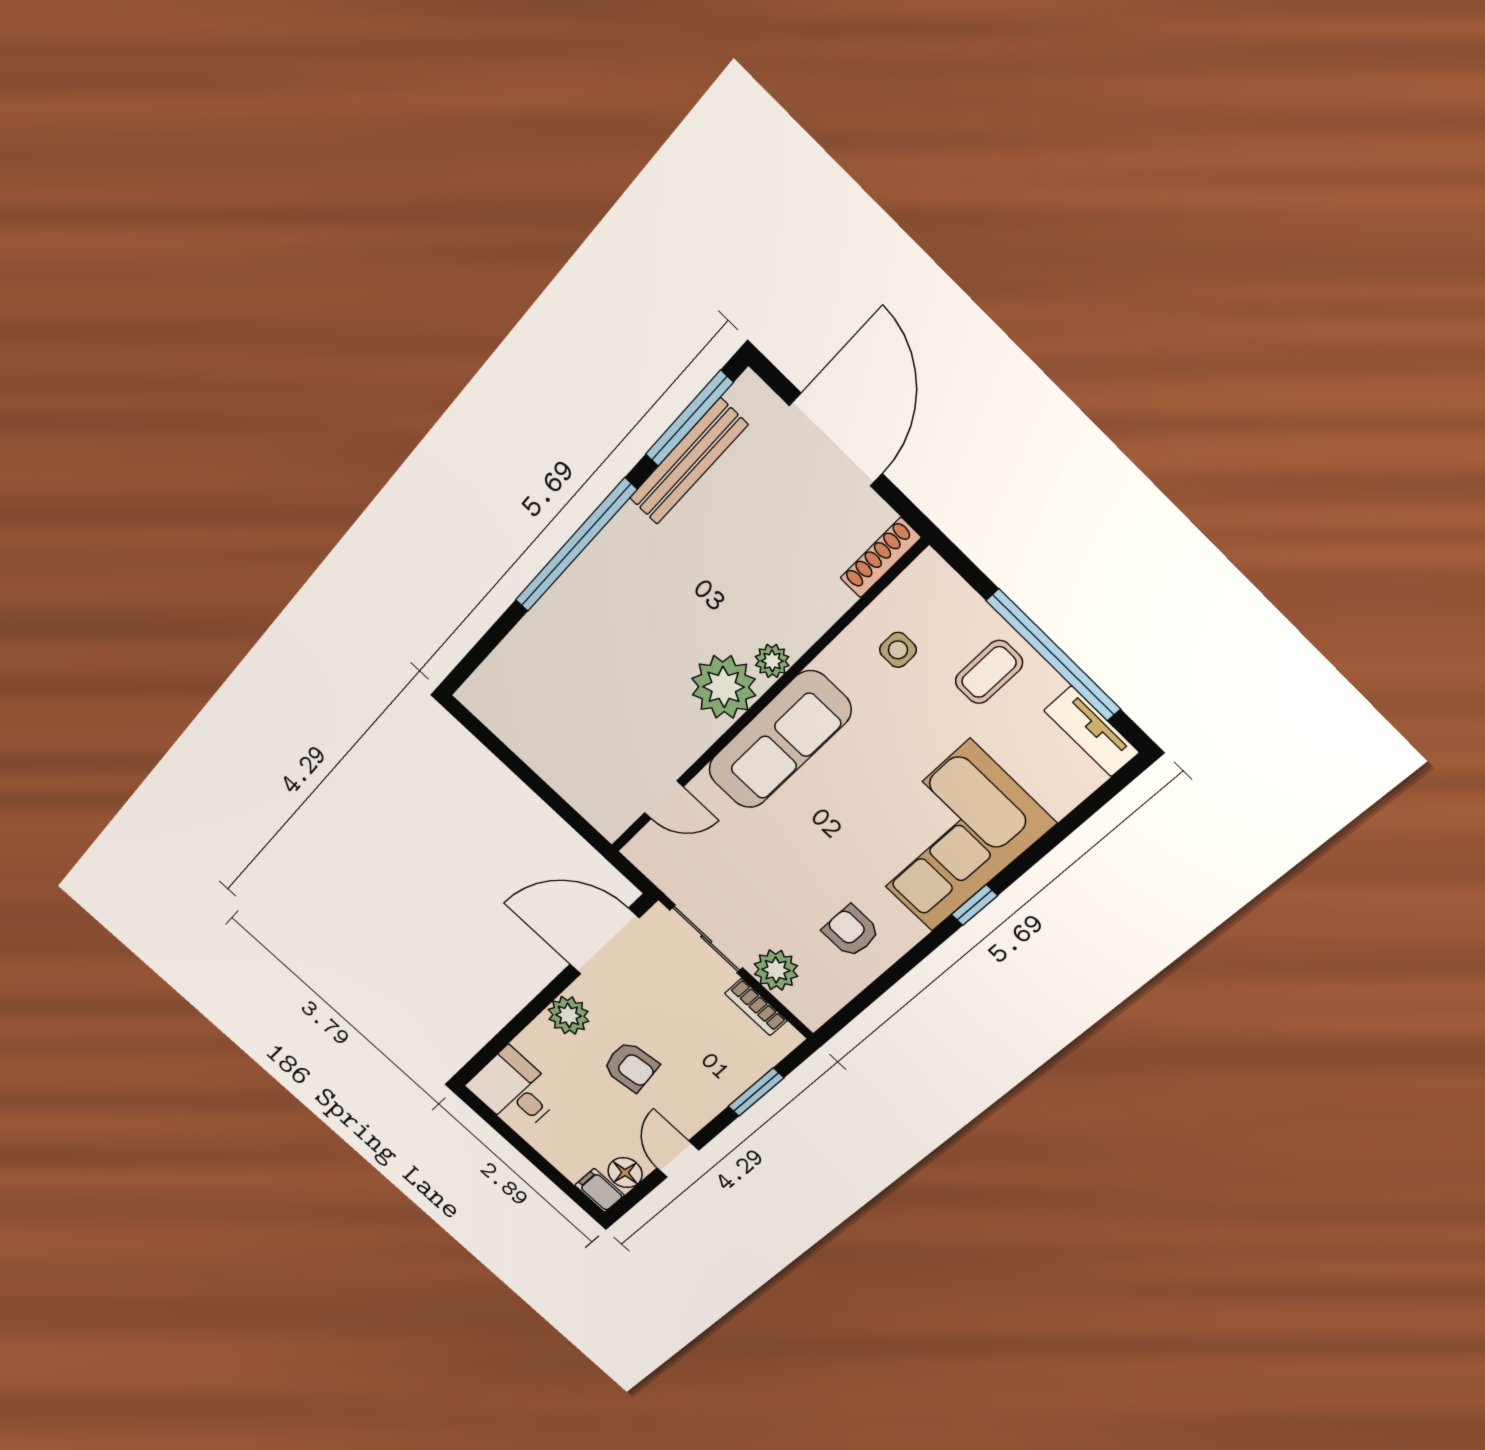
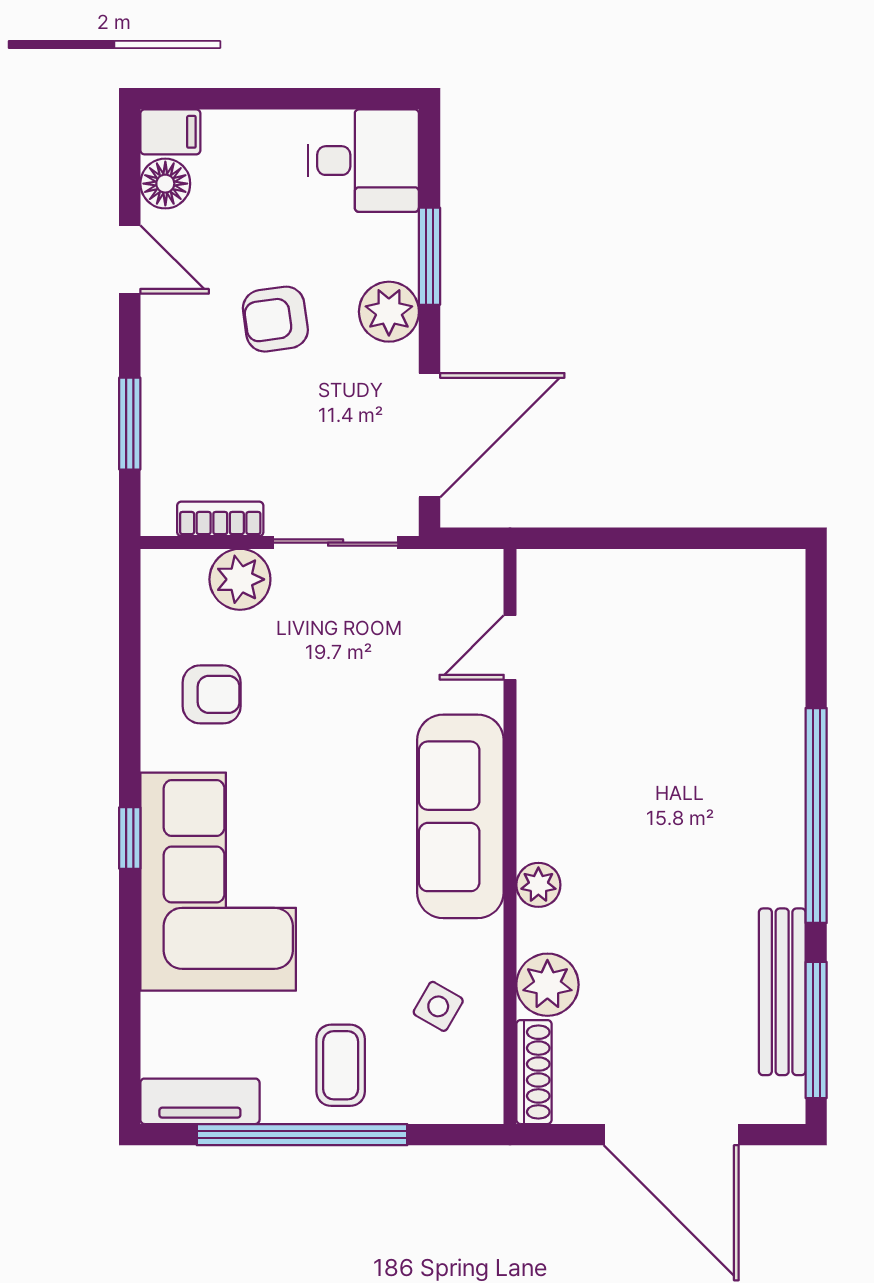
side table: (898, 650) -> (438, 1006), turned 30
plant: (724, 687) -> (547, 985), moved, width x0.73, depth x0.73
window: (522, 1020) -> (430, 256), added

